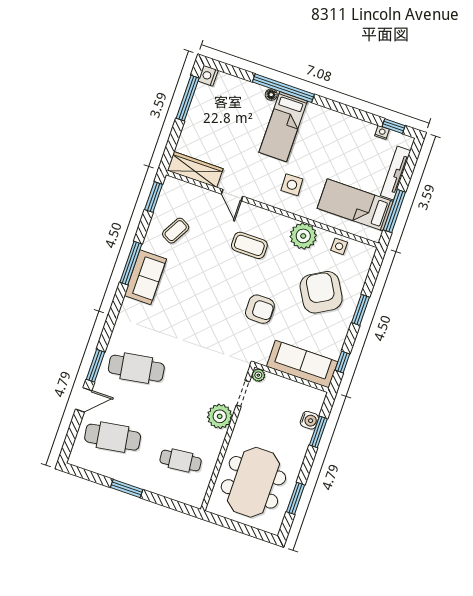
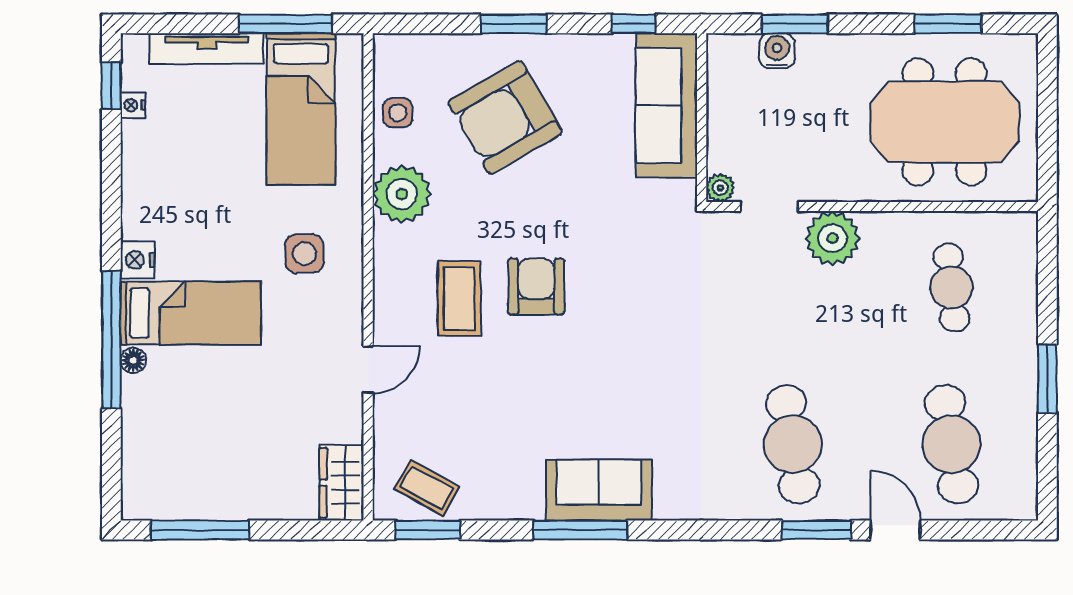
nightstand: (208, 76) -> (138, 260), moved, turned 90
wardrobe: (195, 170) -> (342, 483), width x0.67
coffee table: (176, 231) -> (427, 488), moved
armchair: (260, 309) -> (536, 287), moved

